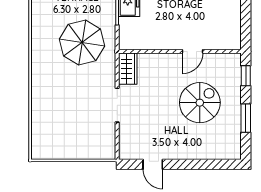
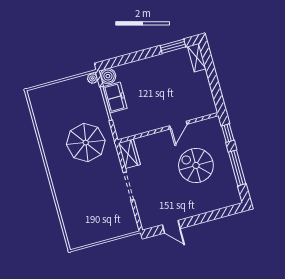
spiral stairs: (200, 103) -> (196, 165), turned -90
window: (246, 118) -> (237, 168), width x1.44

